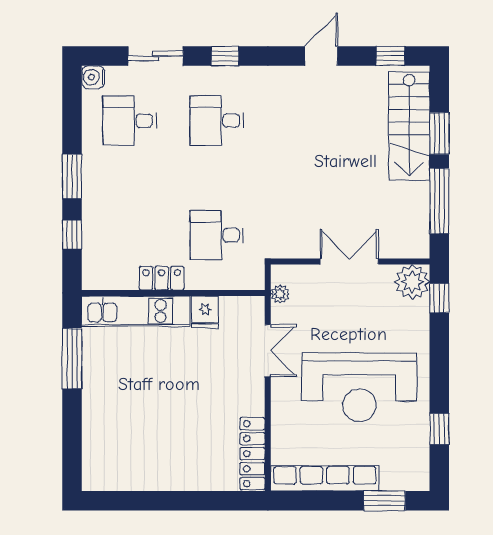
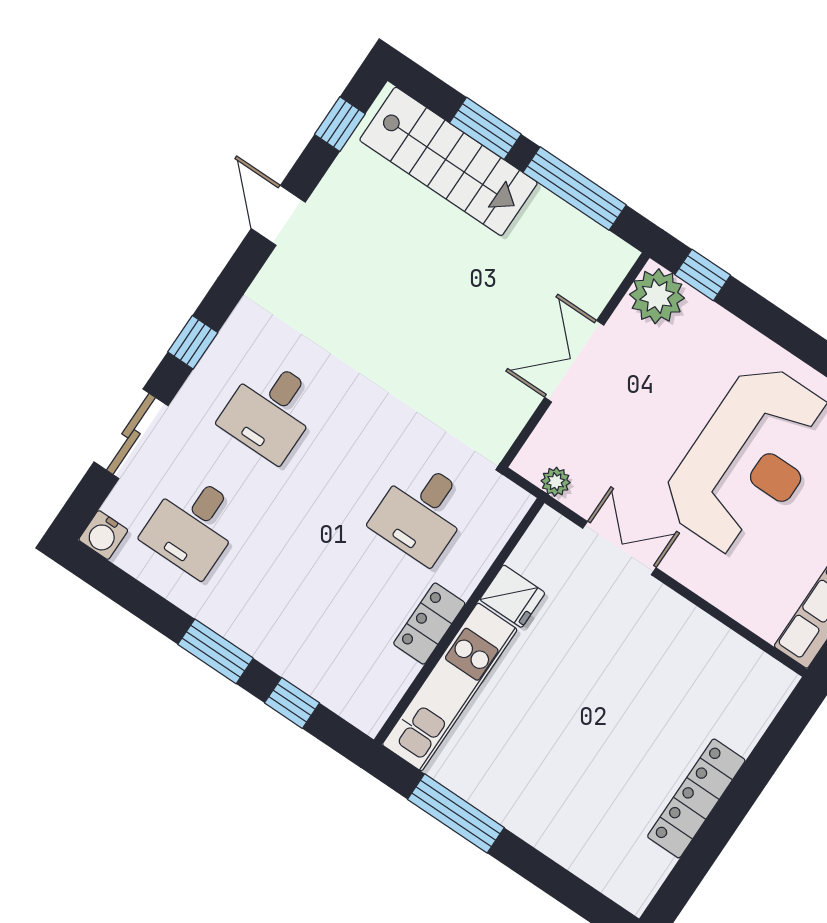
locker: (252, 454) -> (696, 798), moved, turned 90

